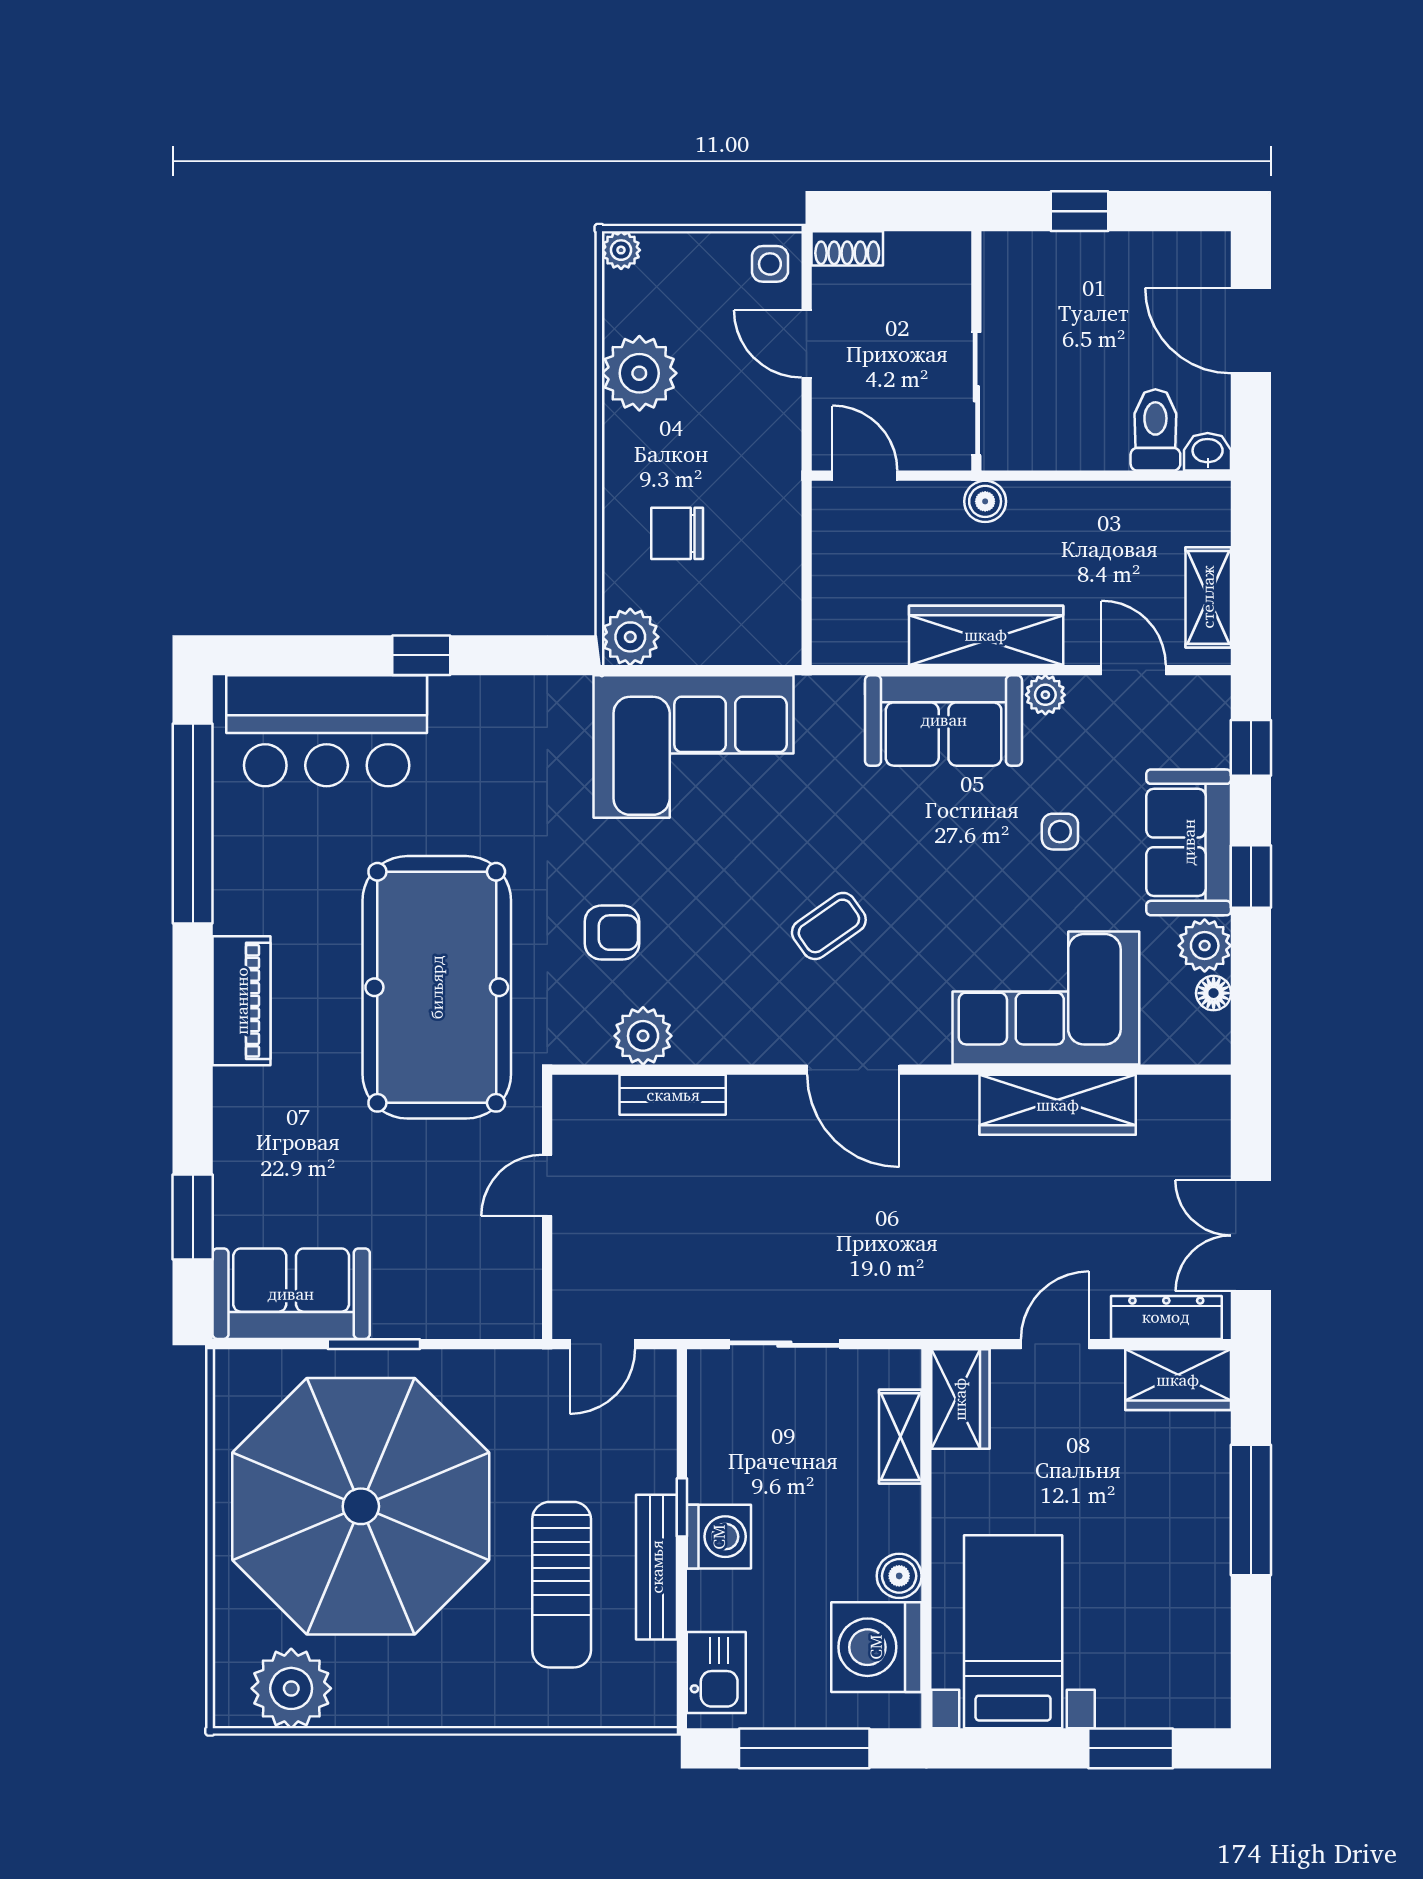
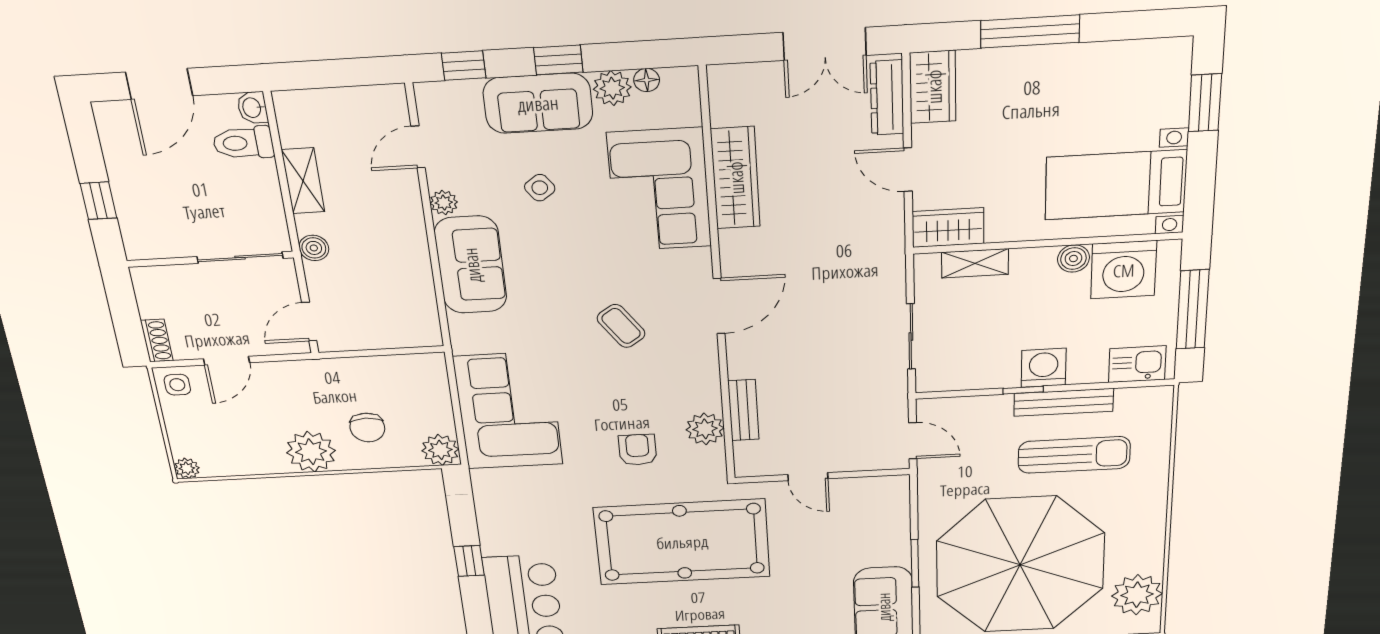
plant: (639, 373) -> (311, 452), moved
shelving: (1208, 597) -> (303, 181), moved, turned 90
wardrobe: (986, 635) -> (407, 242), removed
side table: (1060, 832) -> (540, 188), turned -36

